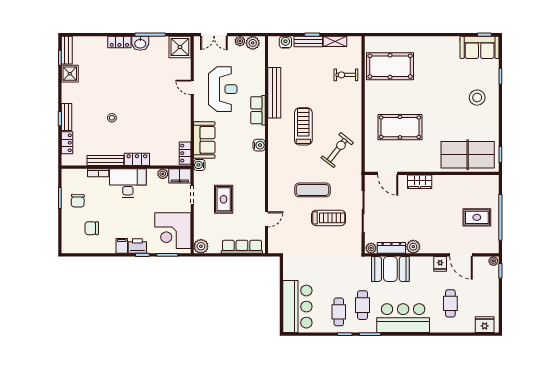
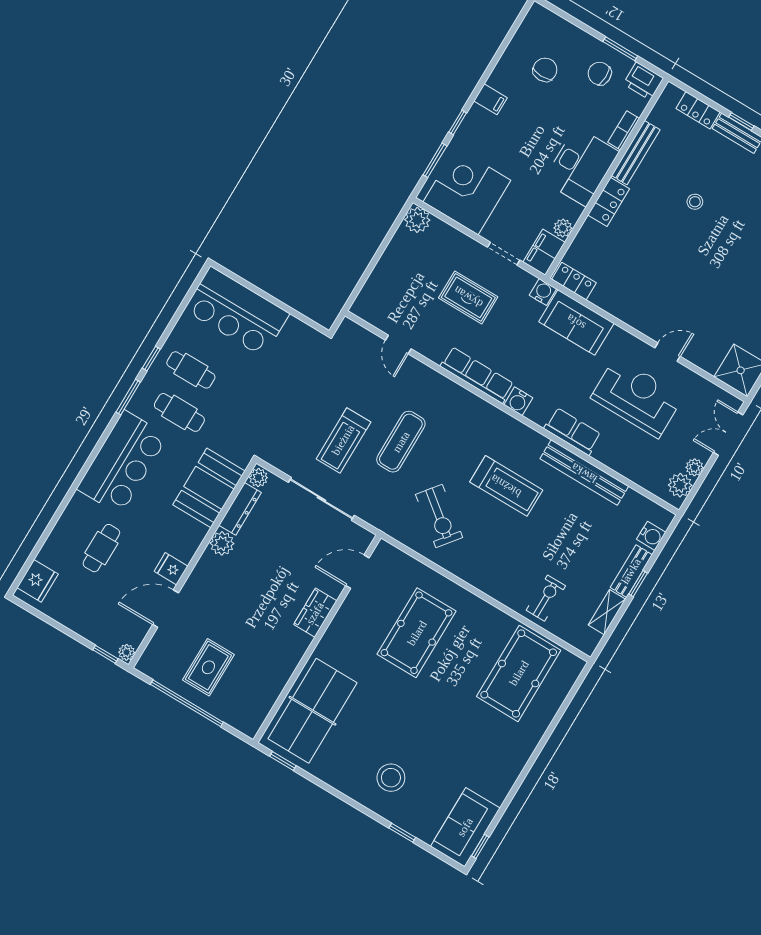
reception desk: (223, 89) -> (637, 397), turned 180
printer: (137, 246) -> (643, 81), moved, turned 90
row of seats: (242, 247) -> (477, 375), moved, turned -90
cafe table: (450, 303) -> (101, 548), turned 90

